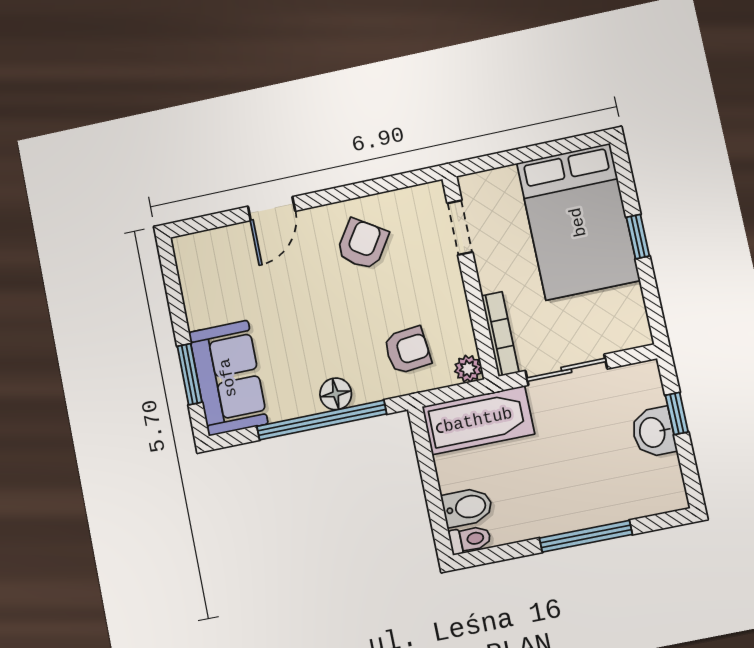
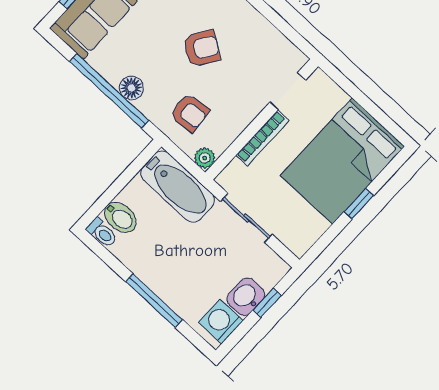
armchair: (362, 244) -> (202, 48), moved
bookcase: (500, 334) -> (262, 138), moved
washing machine: (662, 479) -> (221, 322), added

